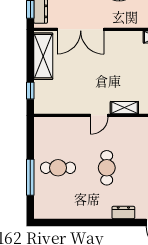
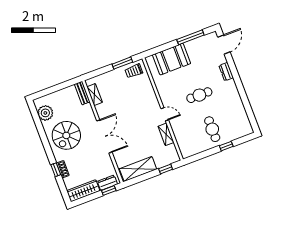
double door: (81, 29) -> (104, 136), moved
shelving: (124, 108) -> (166, 134), moved
window: (30, 177) -> (226, 146), width x0.46

